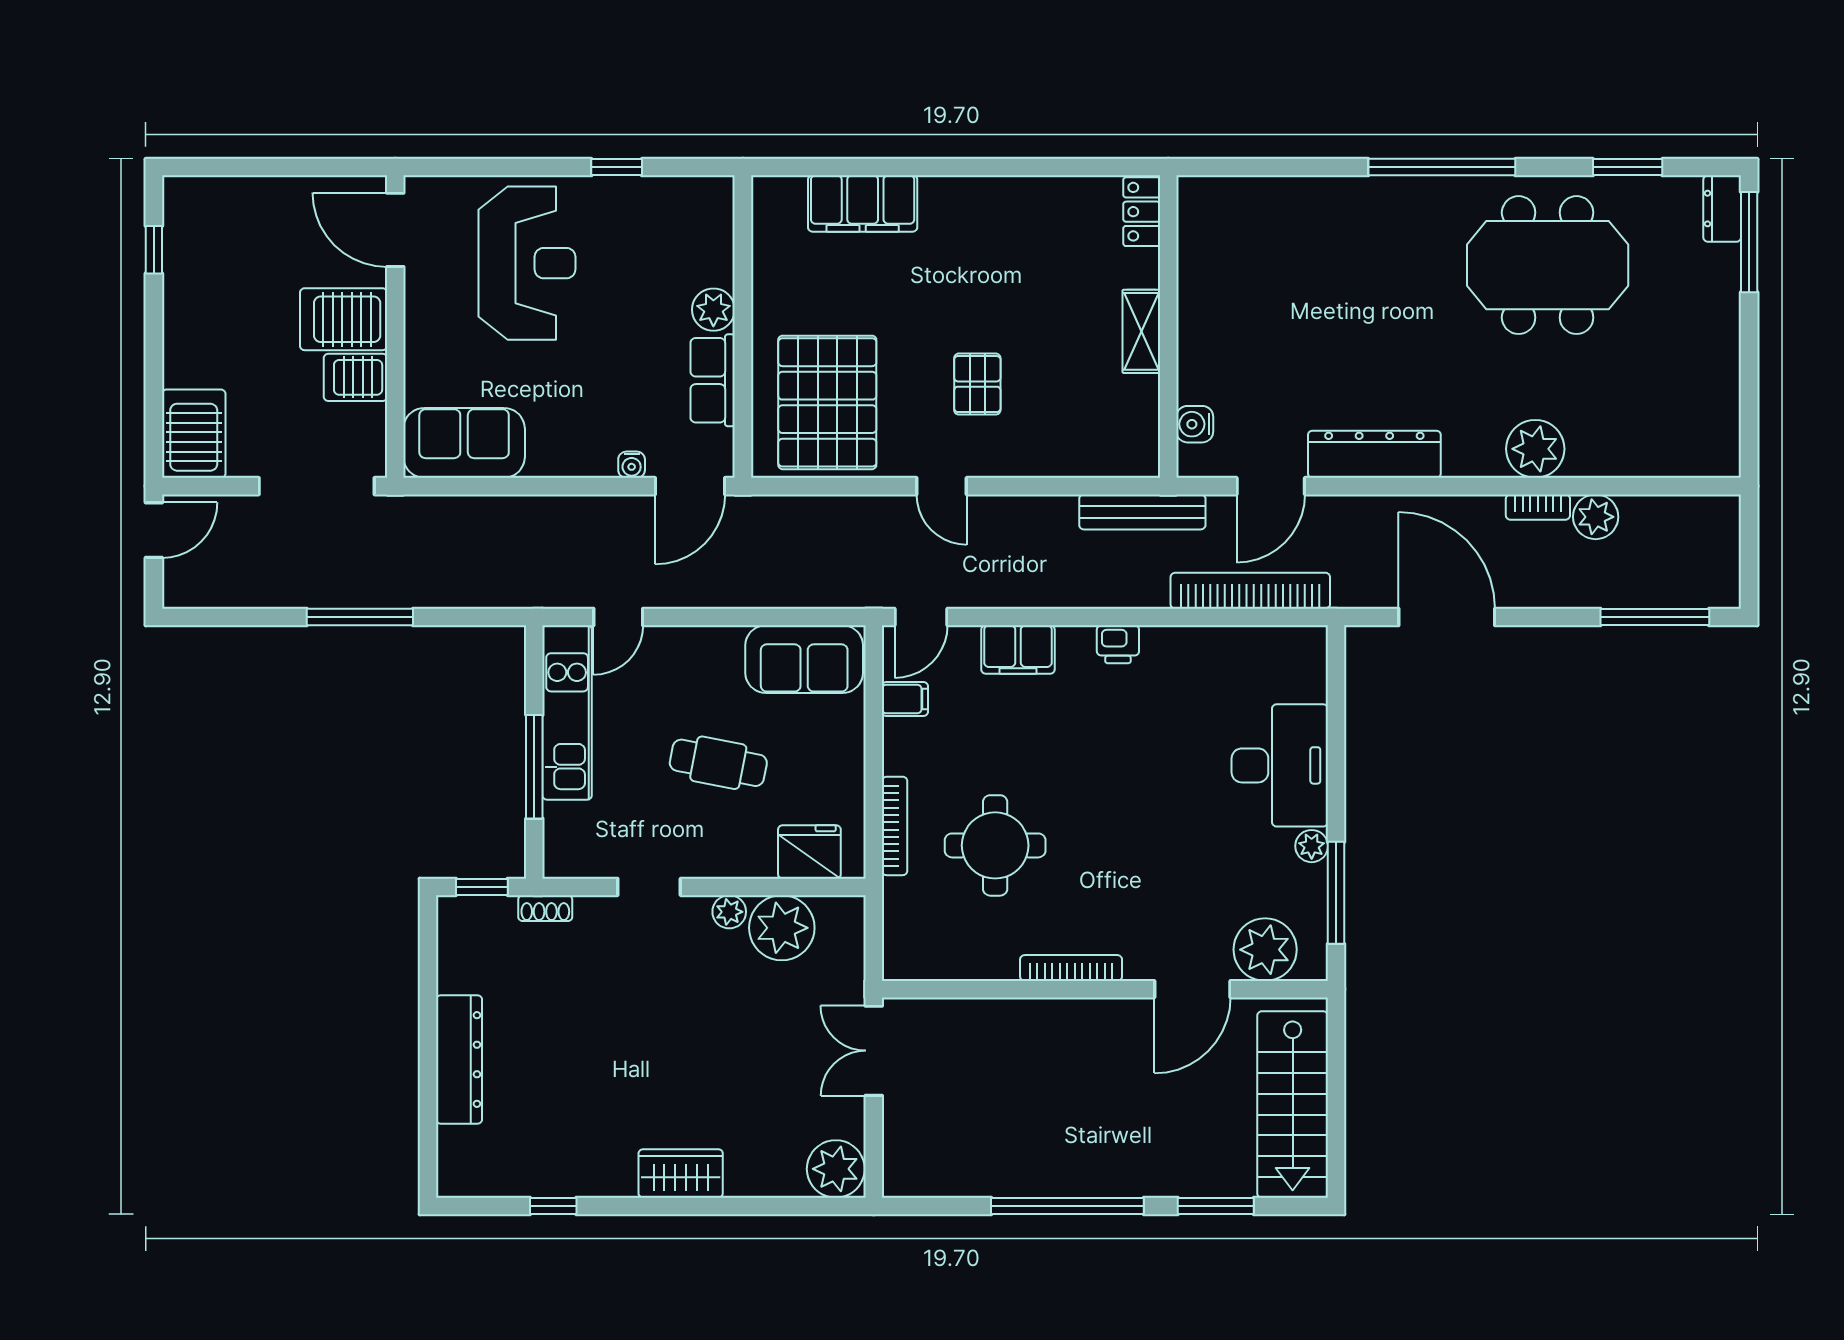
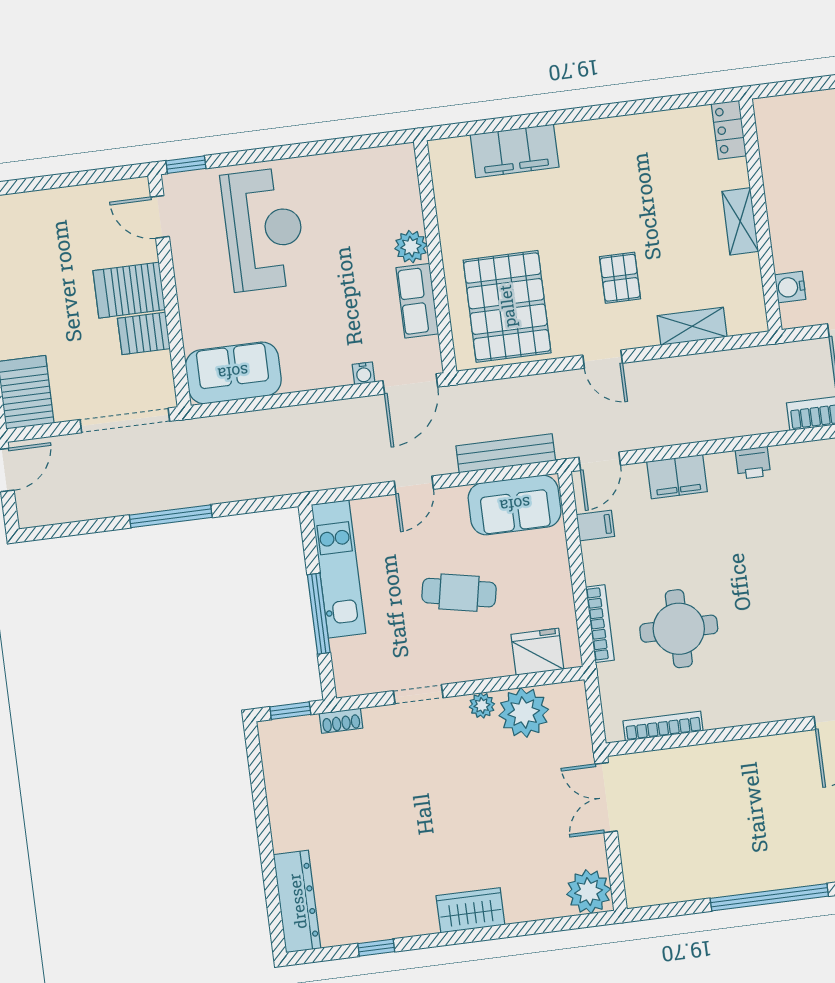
window: (617, 167) -> (186, 165), moved
door: (395, 230) -> (160, 217), width x0.73
shelving: (1062, 458) -> (692, 326), added
bench: (1142, 512) -> (506, 453), moved
door: (618, 617) -> (414, 485), moved
bookcase: (1071, 968) -> (663, 726), moved
dresser: (459, 1059) -> (297, 901), moved

